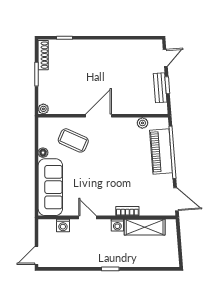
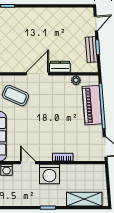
dresser: (124, 108) -> (60, 67), added
washing machine: (117, 225) -> (49, 174), width x1.89, depth x1.89
shelving: (145, 227) -> (84, 199), moved

